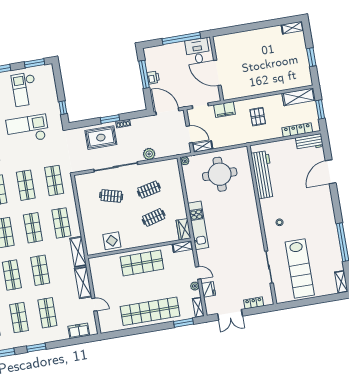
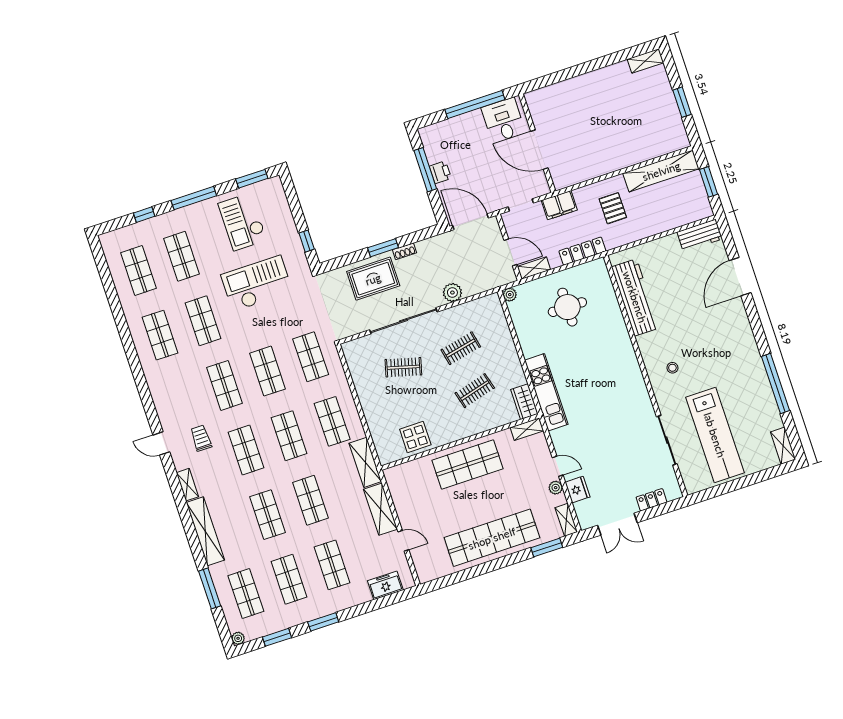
shelving: (299, 97) -> (661, 171), width x1.47
locker: (297, 130) -> (582, 251), moved
round table: (220, 174) -> (567, 307), width x0.73, depth x0.73

